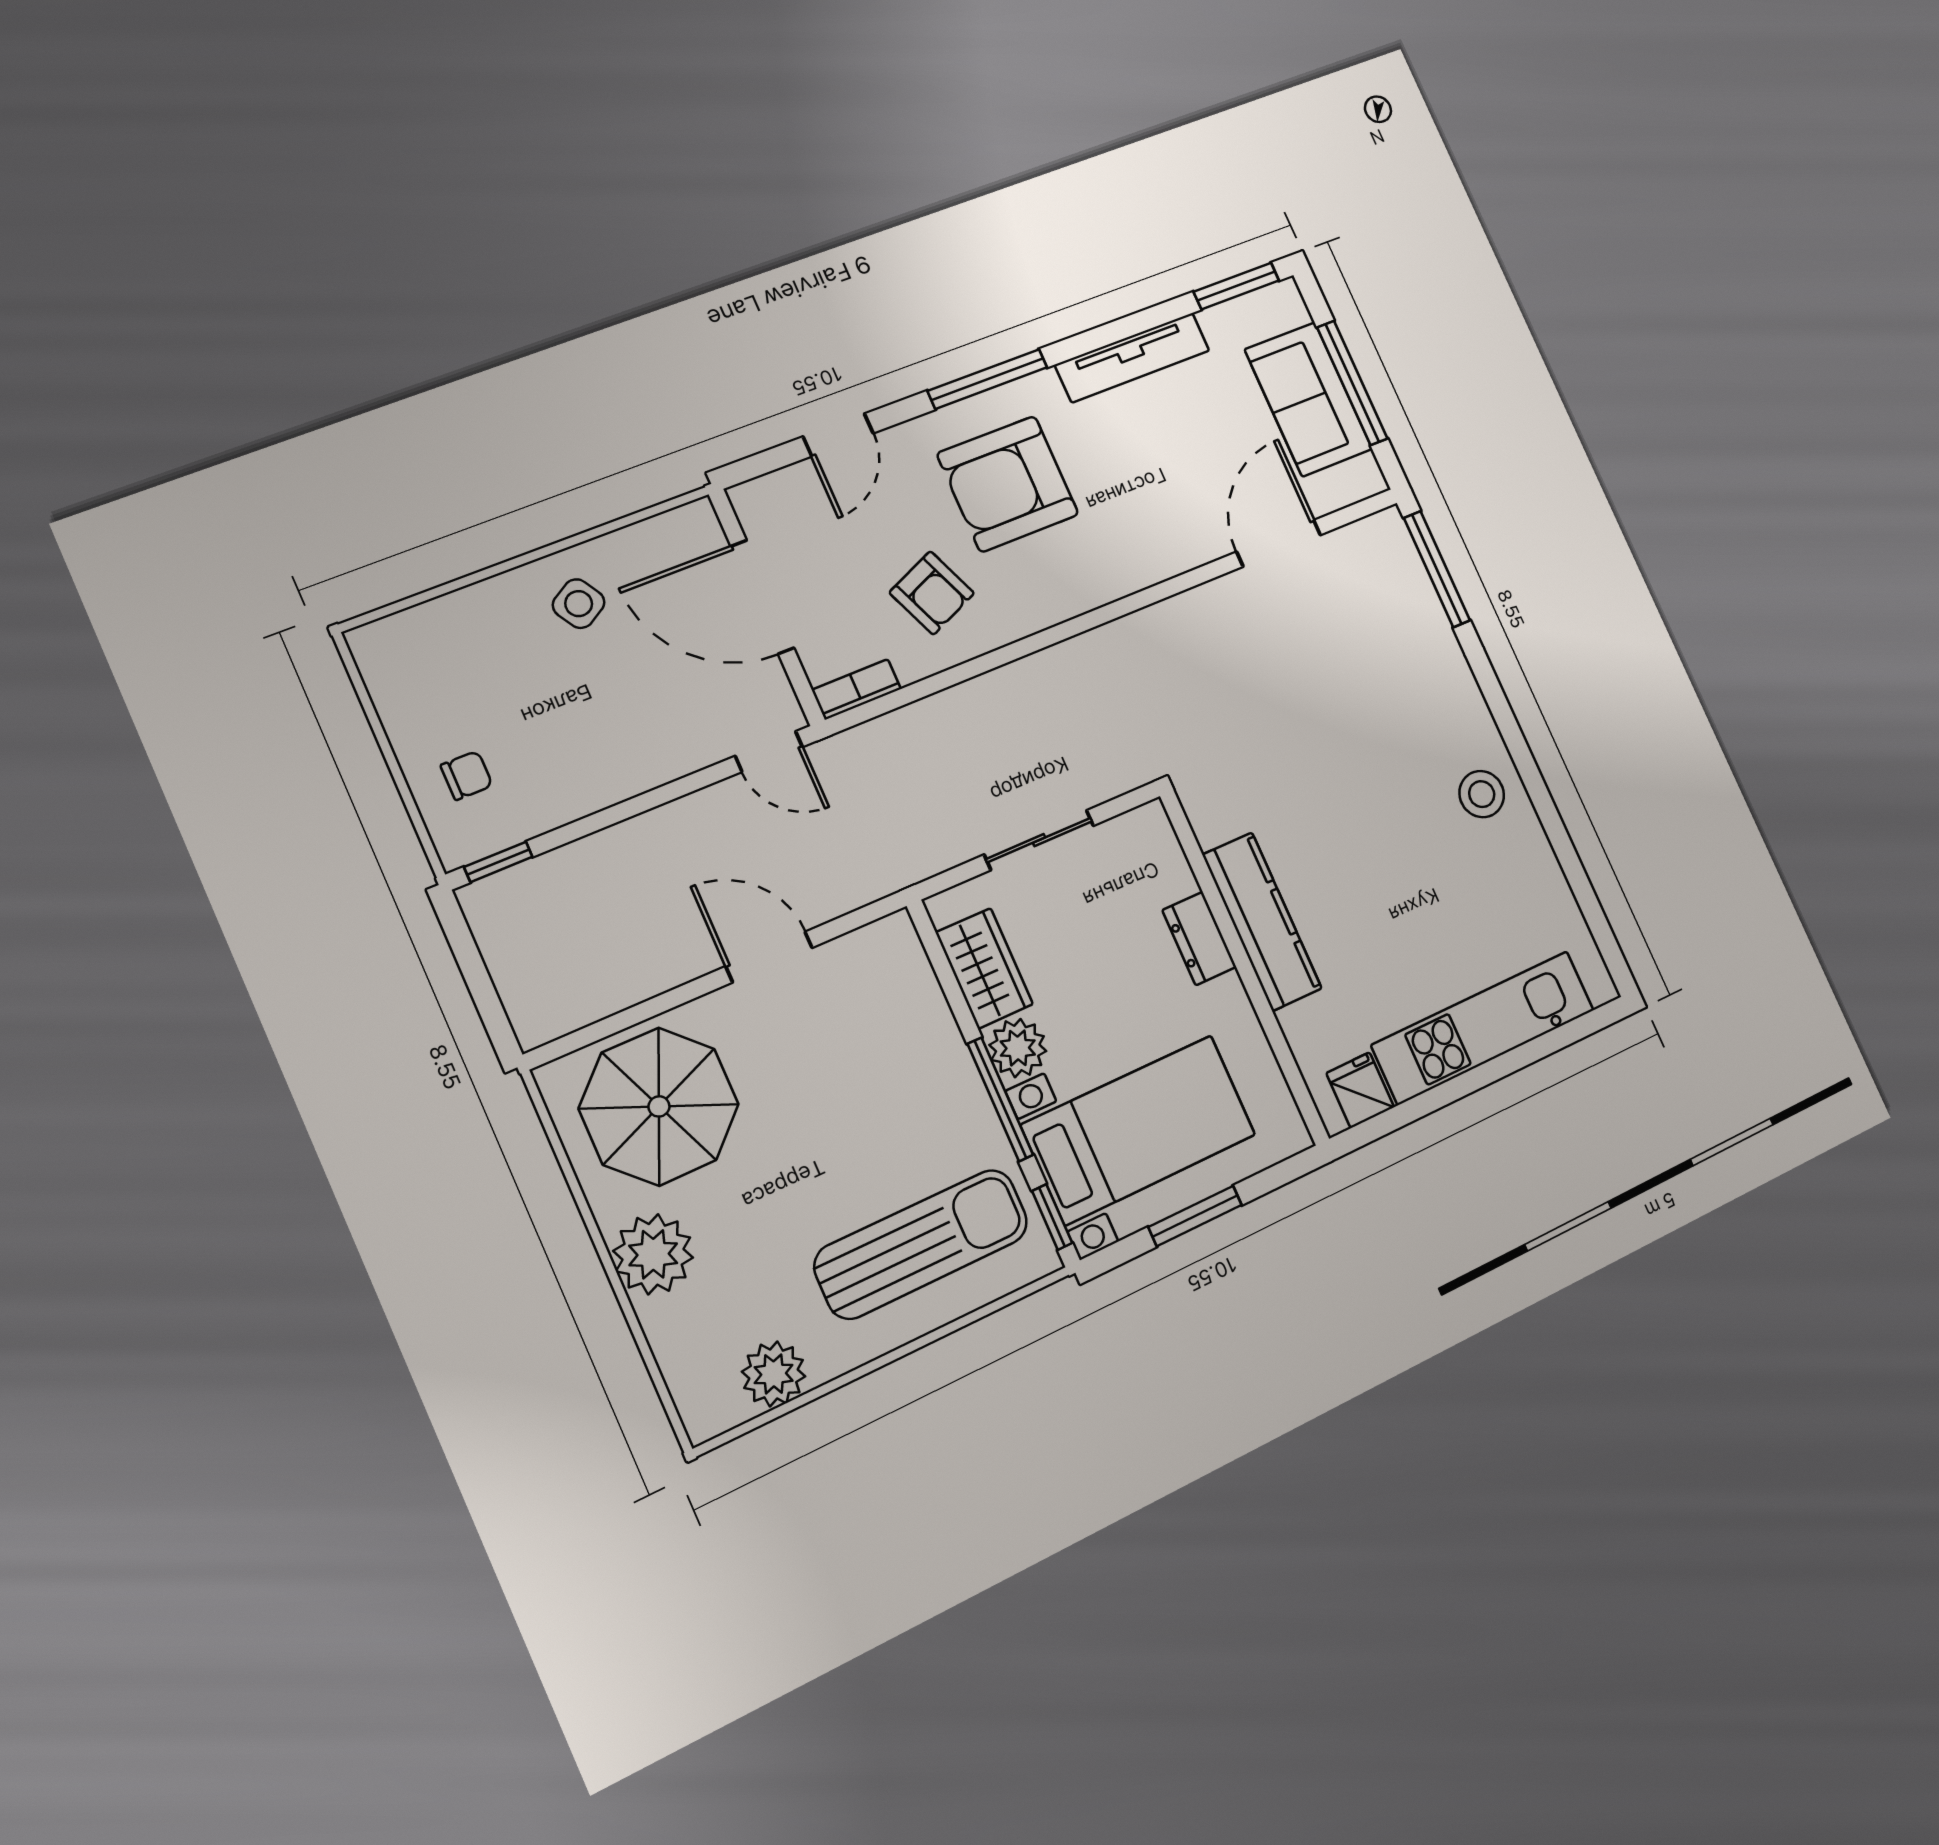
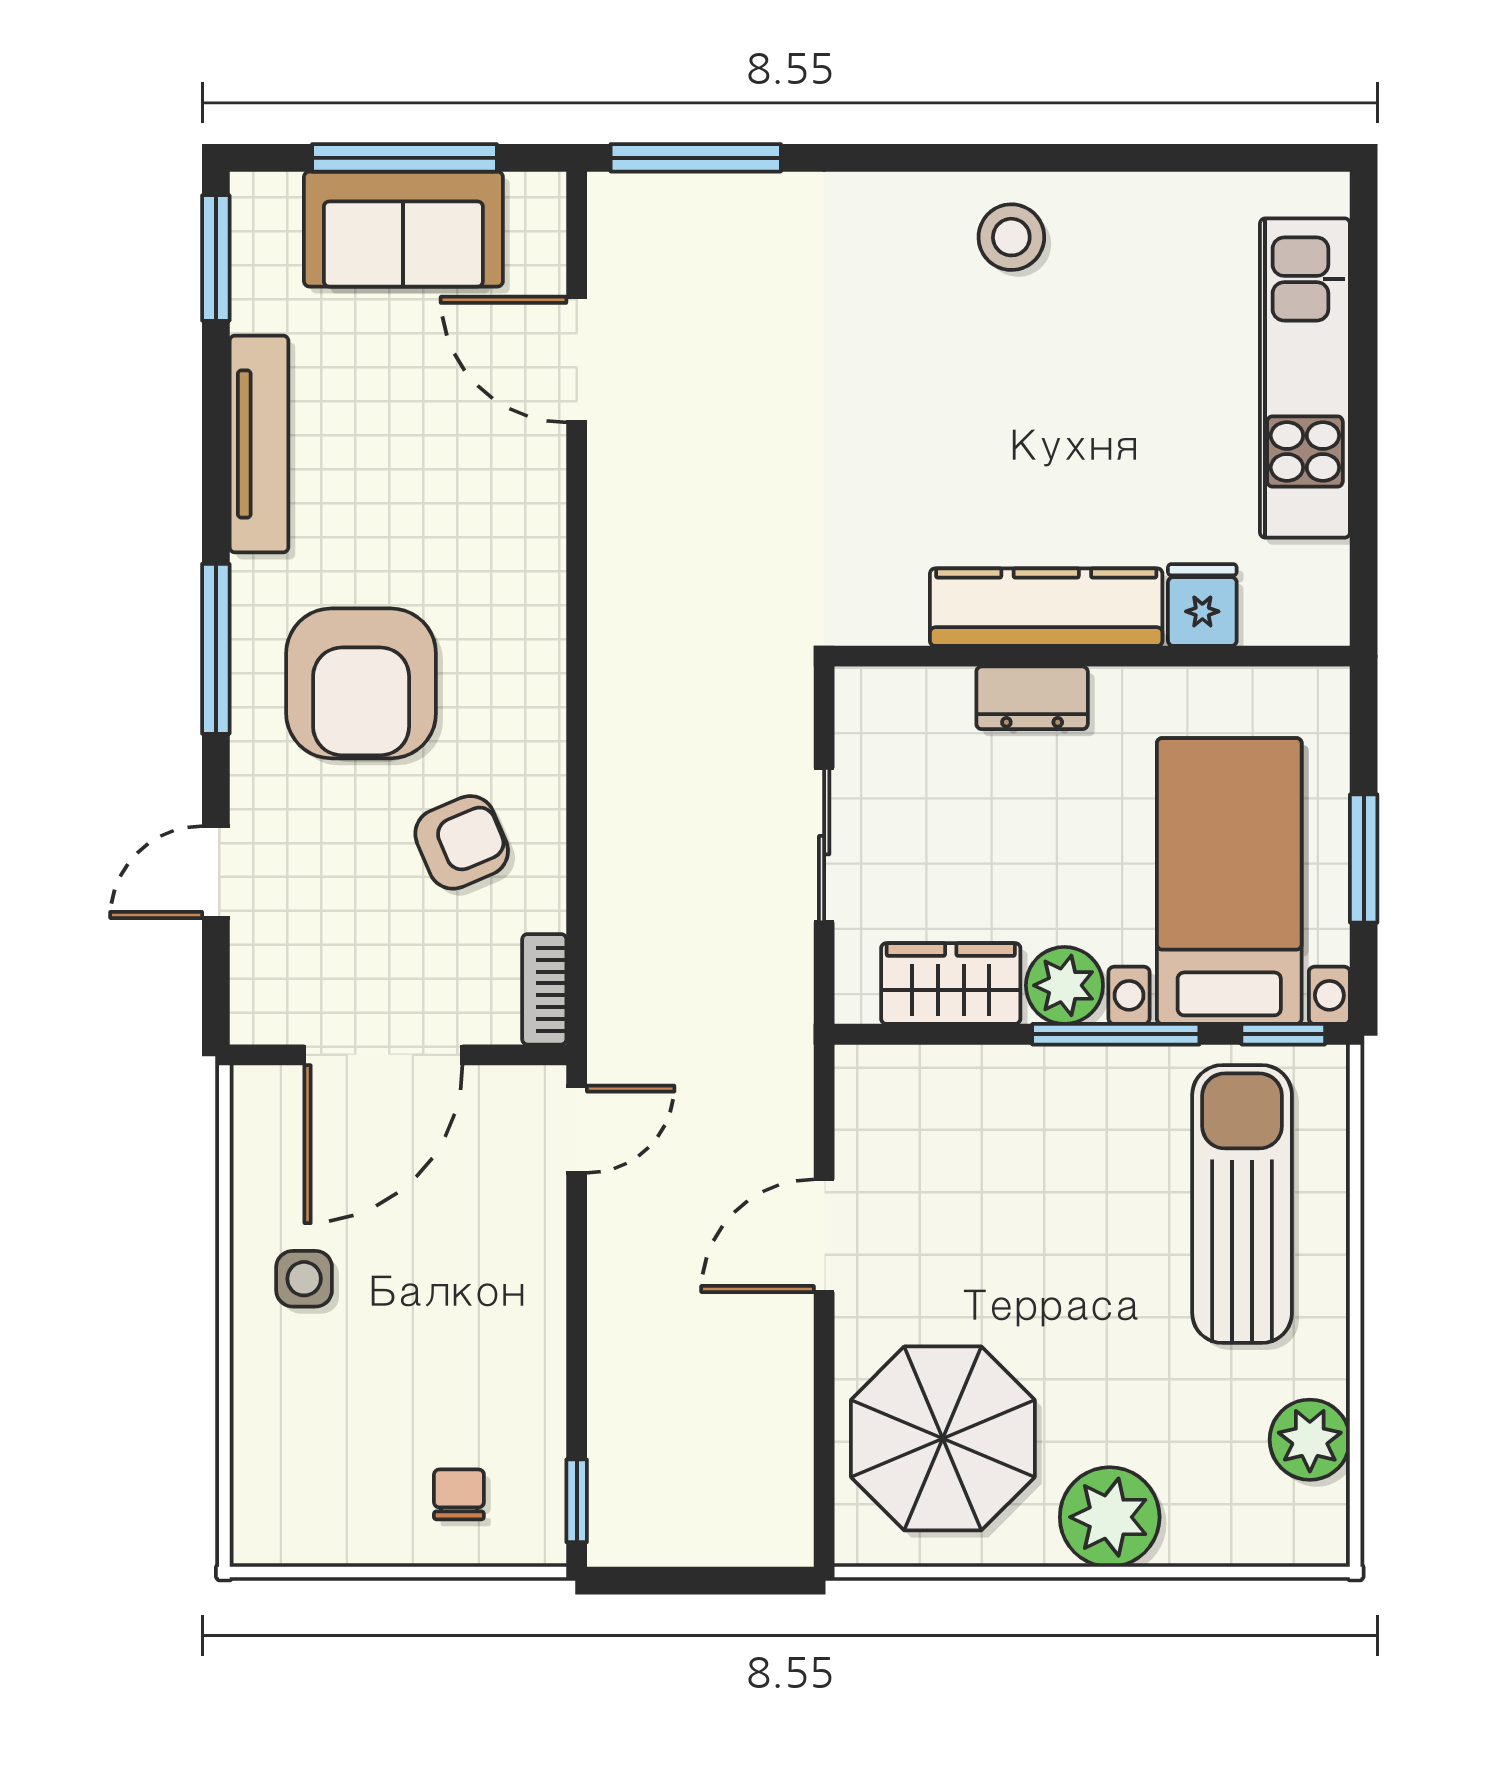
door: (838, 435) -> (216, 872), swing flipped
side table: (579, 604) -> (304, 1279), turned 31
fridge: (1360, 1090) -> (1202, 605), moved, turned 90

